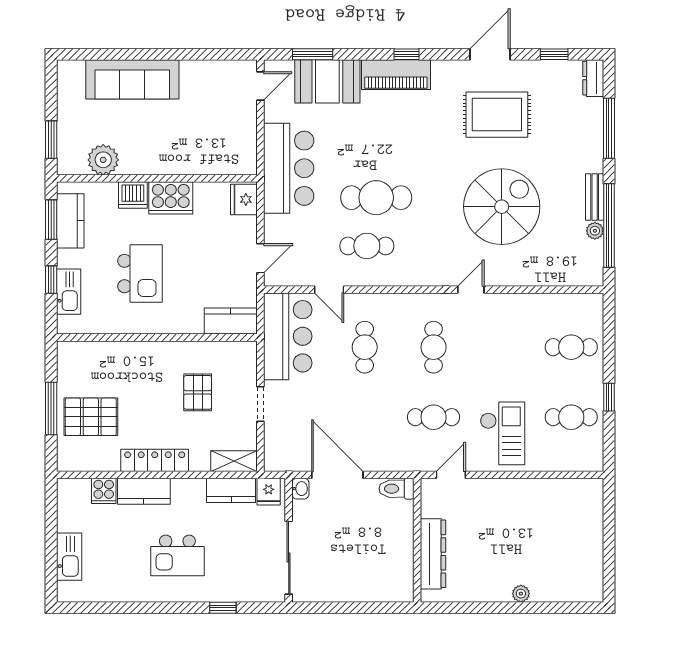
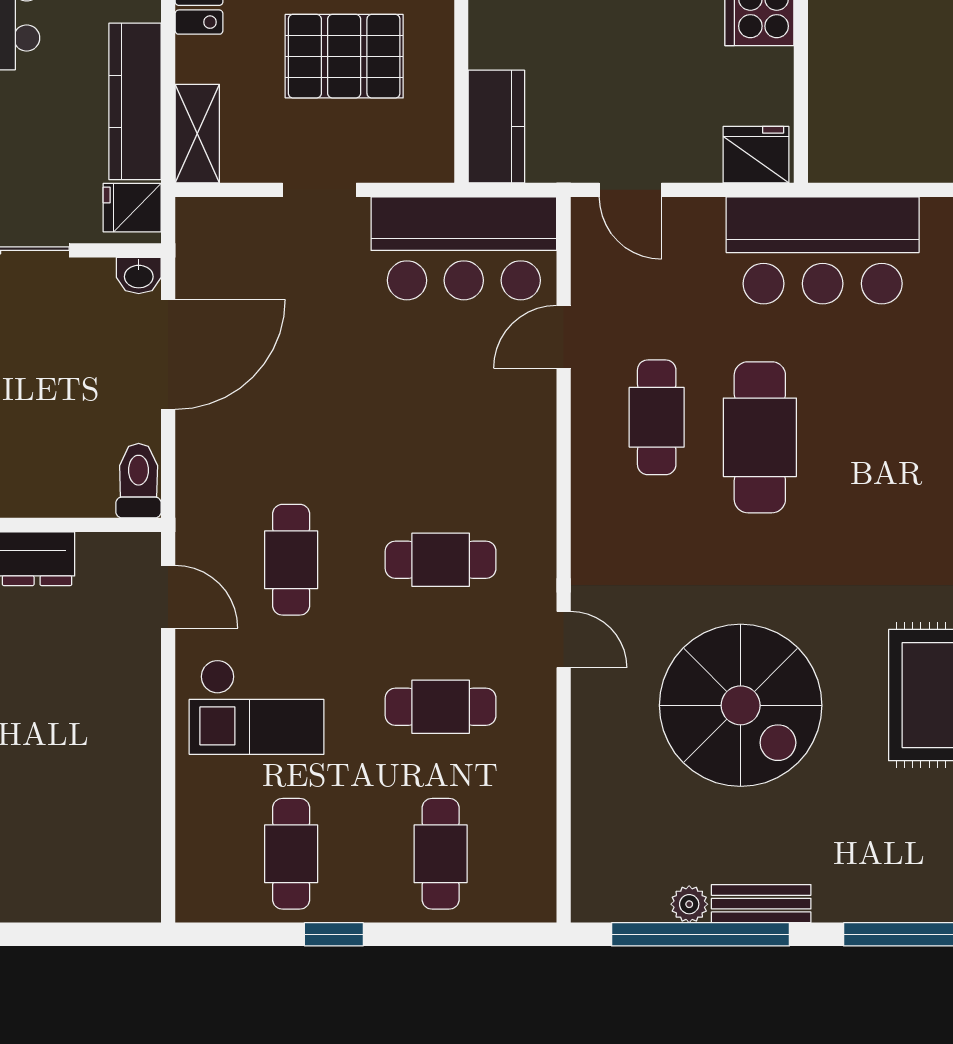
cafe table: (365, 347) -> (441, 707), moved
pallet: (198, 392) -> (344, 56), width x1.50, depth x1.42
kitchen counter: (231, 490) -> (135, 101), width x1.50

